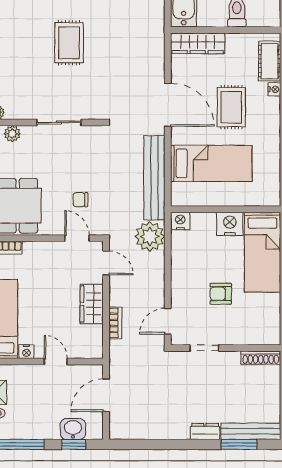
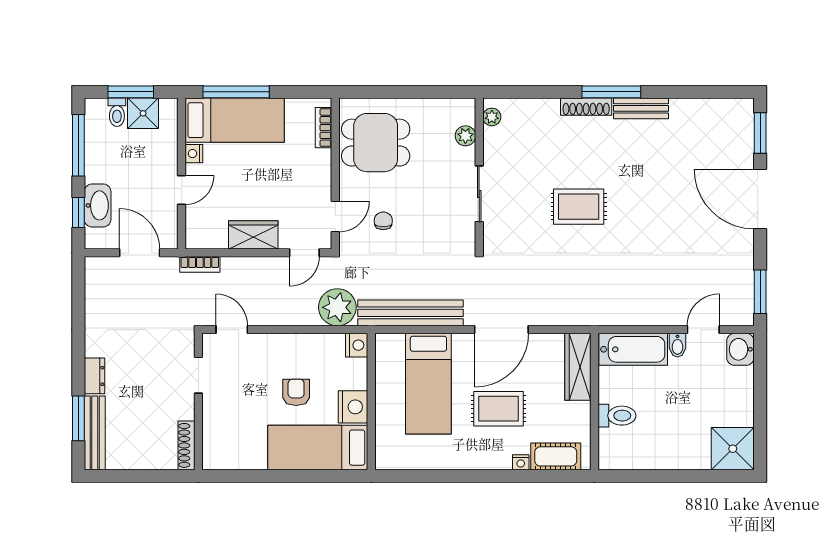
armchair: (221, 294) -> (296, 392), moved
bookcase: (115, 323) -> (200, 264), moved
washbasin: (73, 429) -> (98, 205), width x1.38

